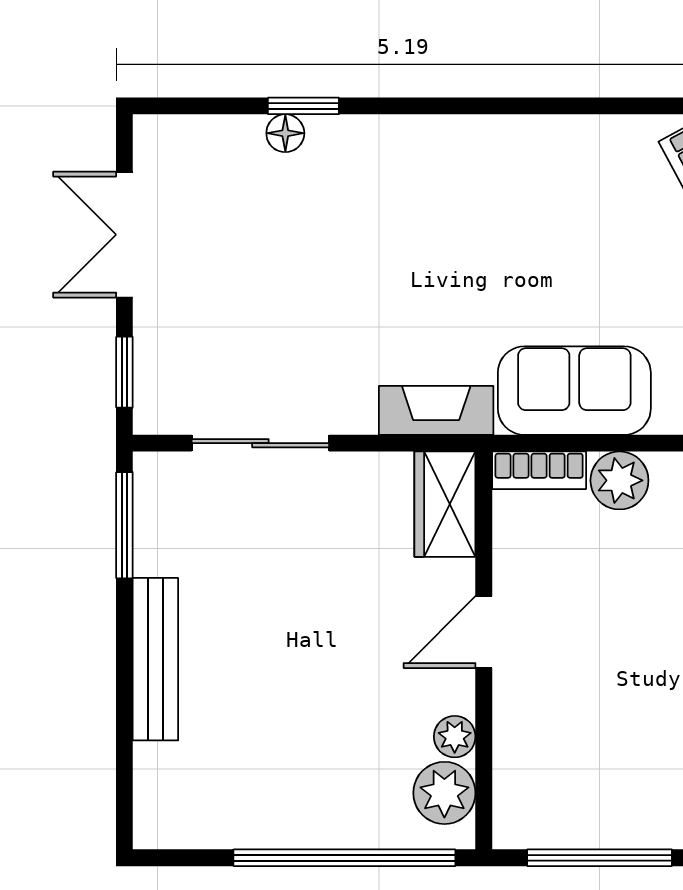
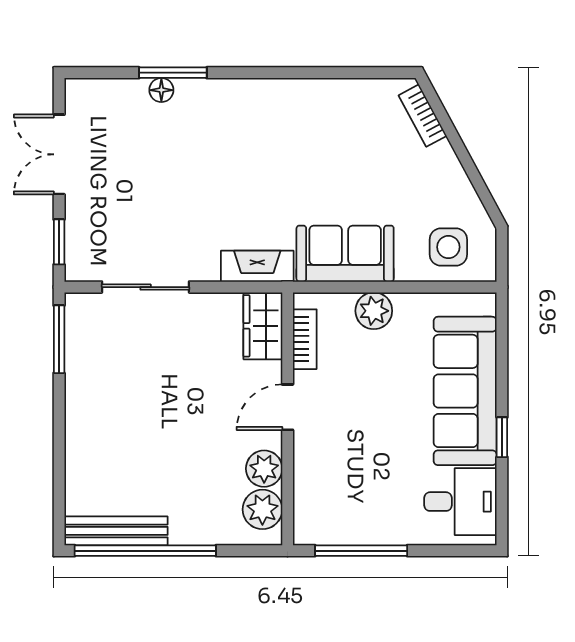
window: (303, 106) -> (173, 73), width x1.50
bookcase: (539, 470) -> (305, 339), moved, turned -90
bench: (155, 659) -> (116, 531), moved, turned 90
plant: (455, 737) -> (264, 469), width x1.38, depth x1.38
window: (344, 858) -> (145, 551), moved

